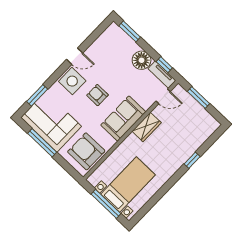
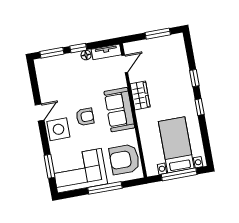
floor lamp: (142, 60) -> (86, 55), width x0.53, depth x0.53
window: (164, 65) -> (78, 48), moved
armchair: (98, 95) -> (85, 117), turned 180
window: (198, 97) -> (158, 34), moved
window: (42, 143) -> (105, 188), moved
window: (172, 181) -> (200, 107), added

